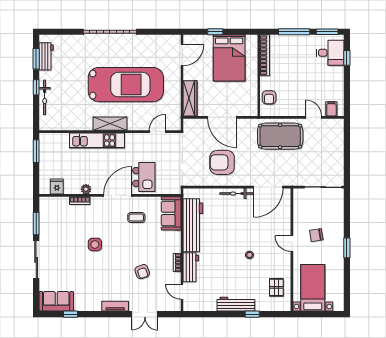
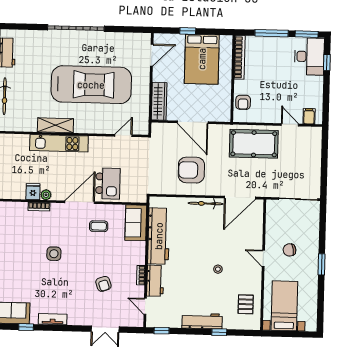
desk: (330, 53) -> (309, 57), width x1.37
shelving: (110, 124) -> (55, 125), moved
fridge: (57, 187) -> (33, 192), moved
tv unit: (115, 306) -> (53, 319), moved
window: (198, 314) -> (162, 331), added

